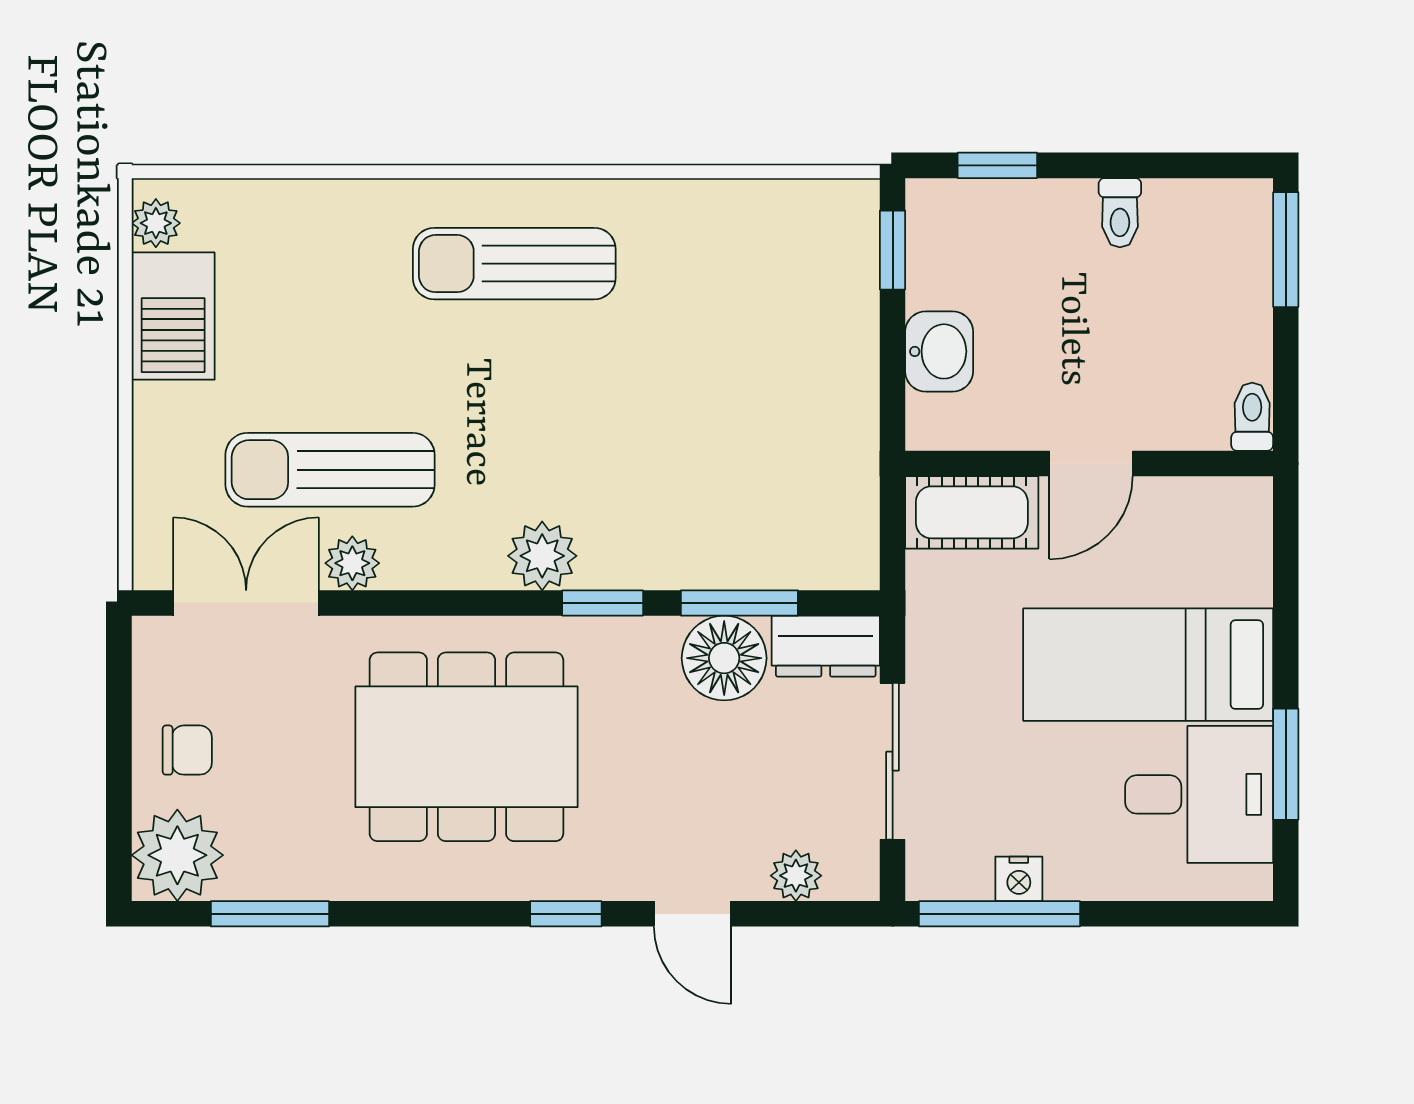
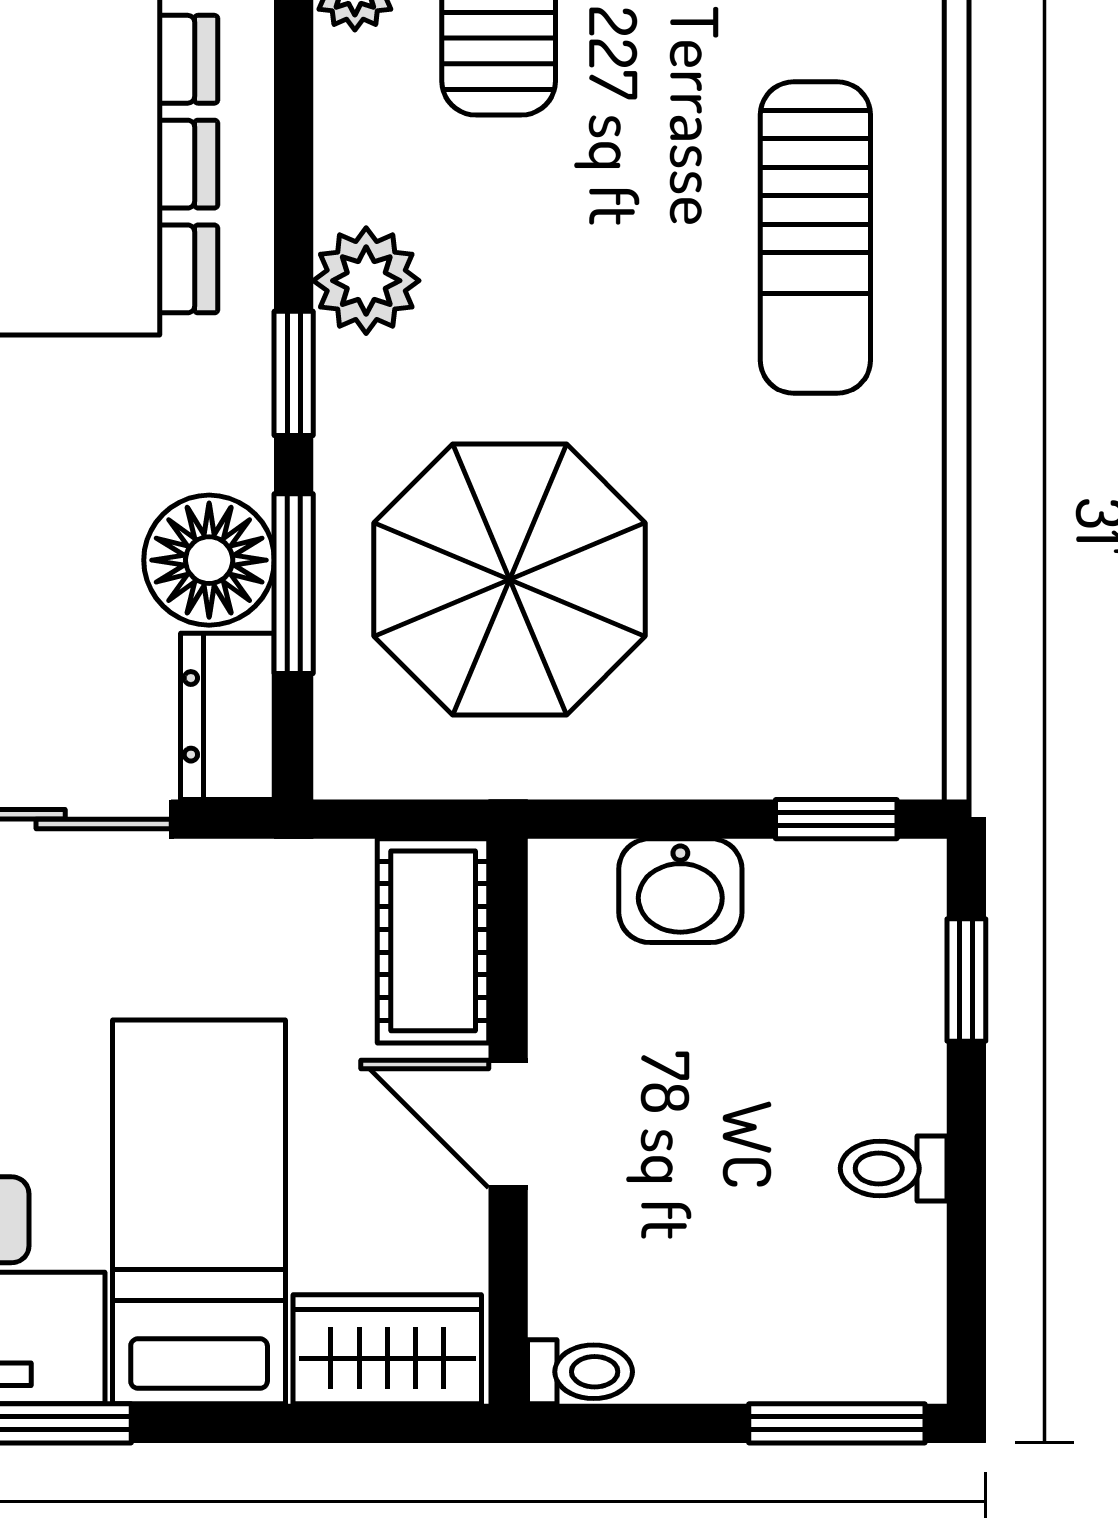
sun lounger: (514, 264) -> (815, 238), turned 180
parasol: (737, 463) -> (510, 579), added
wardrobe: (1238, 542) -> (387, 1349), added

